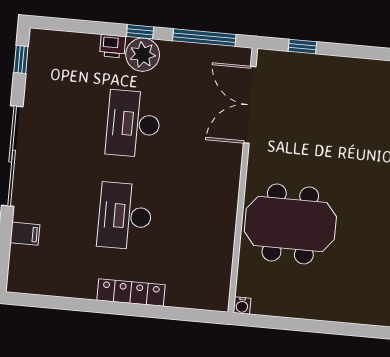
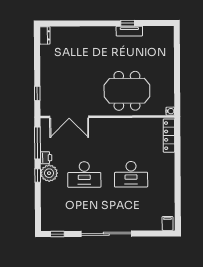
printer: (113, 46) -> (46, 158), moved
meeting table: (290, 224) -> (127, 91), turned 90
filing cabinet: (25, 234) -> (168, 223), moved
locker: (131, 293) -> (169, 136), moved

